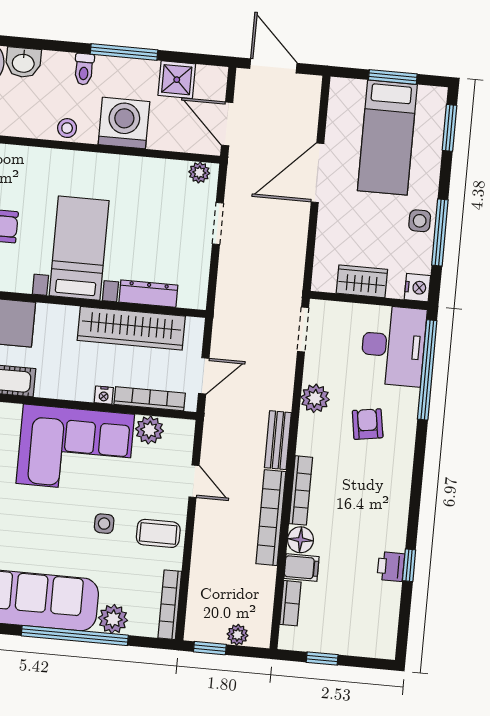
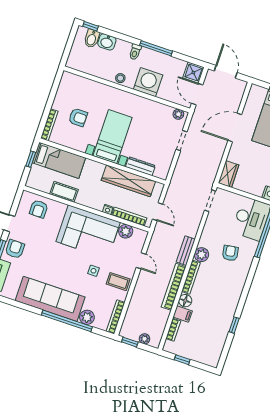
shower: (177, 80) -> (193, 73), moved
wardrobe: (362, 281) -> (228, 174), moved, turned 90
door: (204, 376) -> (158, 212), hinge flipped
plant: (315, 398) -> (201, 255), moved
printer: (391, 567) -> (225, 324), removed

